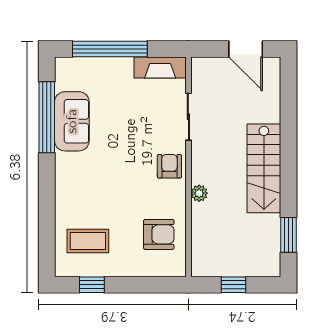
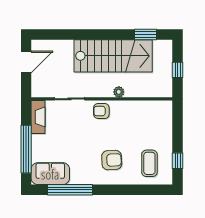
sofa: (72, 121) -> (50, 174), moved
stairs: (264, 168) -> (113, 56), width x1.36, depth x1.51
armchair: (159, 234) -> (112, 160), moved, turned 87

